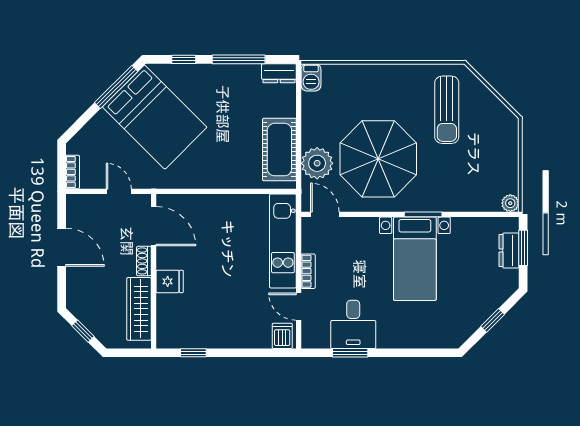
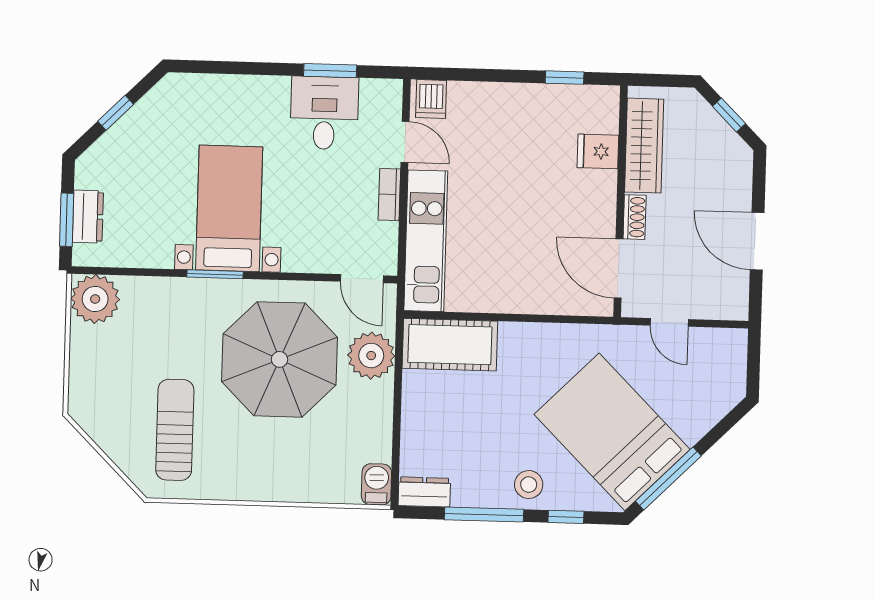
stool: (209, 80) -> (529, 485), added
cot: (279, 150) -> (450, 345), moved, turned 90
bookcase: (73, 172) -> (737, 353), removed
plant: (510, 203) -> (95, 299), width x1.87, depth x1.87
fridge: (170, 281) -> (598, 151), moved

